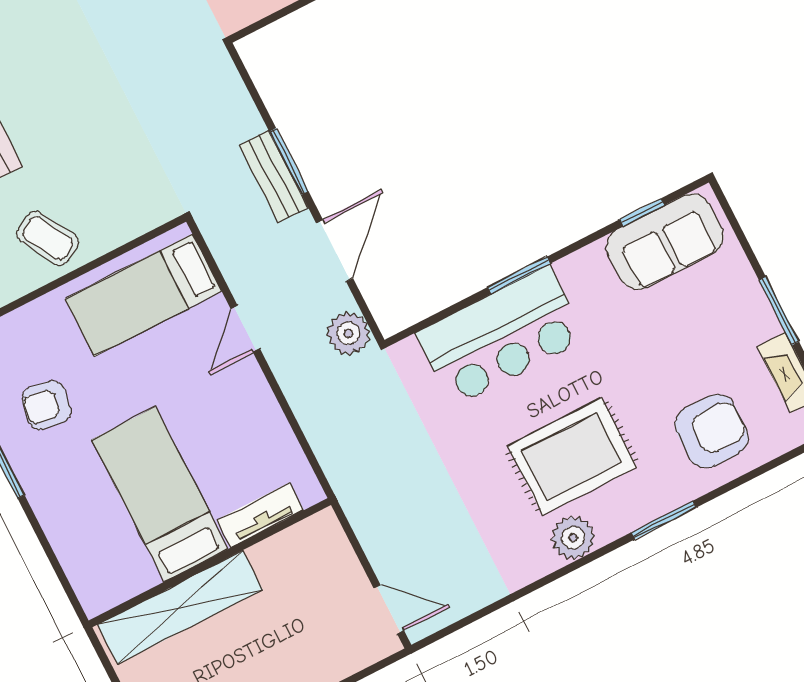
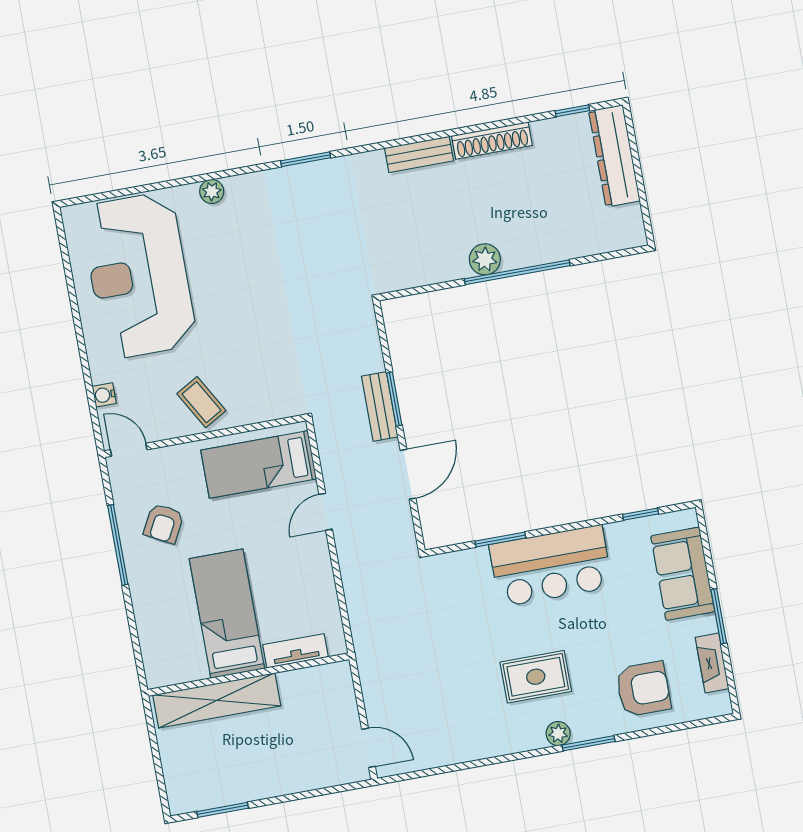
sofa: (665, 242) -> (683, 574), moved, turned 90
window: (519, 275) -> (500, 540), moved
plant: (348, 333) -> (400, 538), removed
bar counter: (501, 336) -> (551, 566), moved
armchair: (46, 405) -> (164, 523), turned -71
rug: (572, 456) -> (536, 677), width x0.73, depth x0.70
plant: (573, 538) -> (558, 734), moved, width x0.73, depth x0.73

